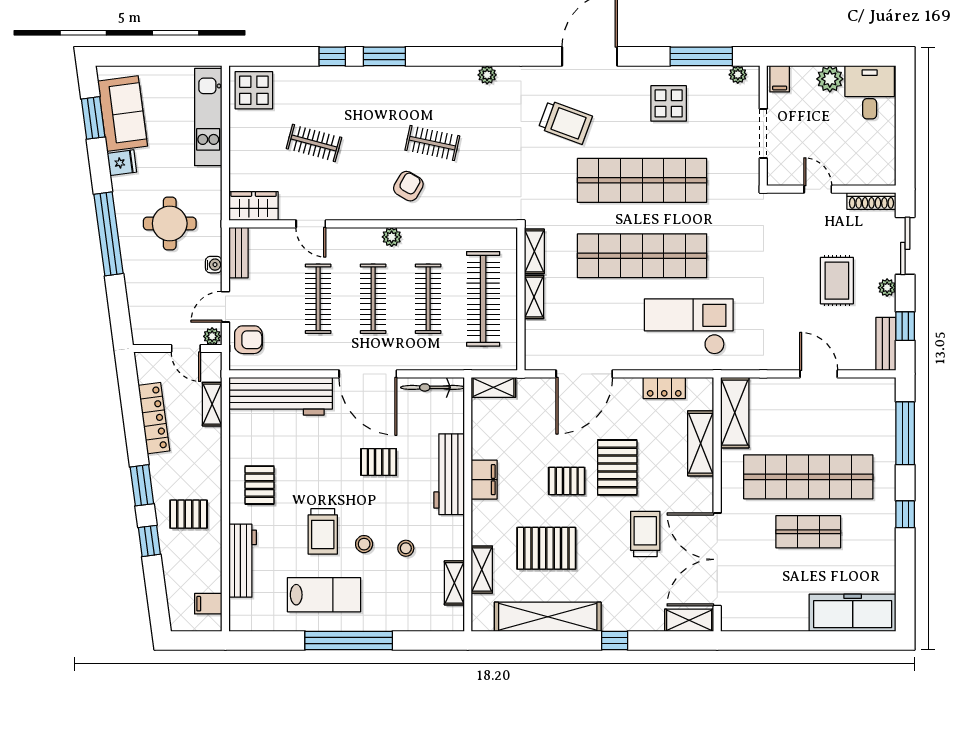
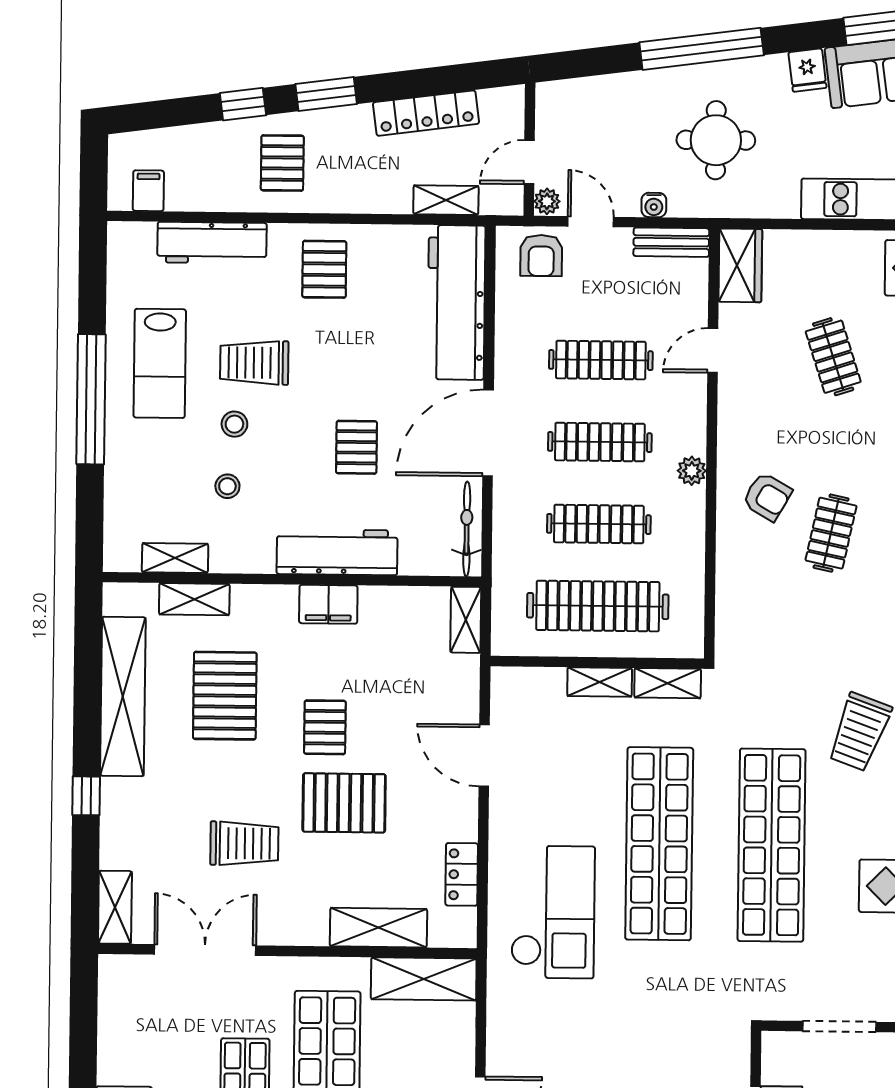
clothes rail: (314, 143) -> (833, 357), turned -33
door: (584, 374) -> (484, 755), width x0.73
pallet: (259, 485) -> (324, 269), turned 90
double door: (717, 559) -> (205, 950), width x0.73

